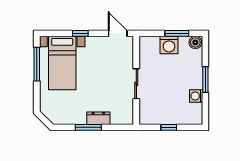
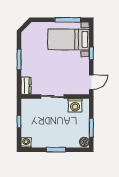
washing machine: (169, 45) -> (75, 105), moved, turned -90
washing machine: (196, 96) -> (26, 143), moved
dresser: (98, 118) -> (26, 86), moved

